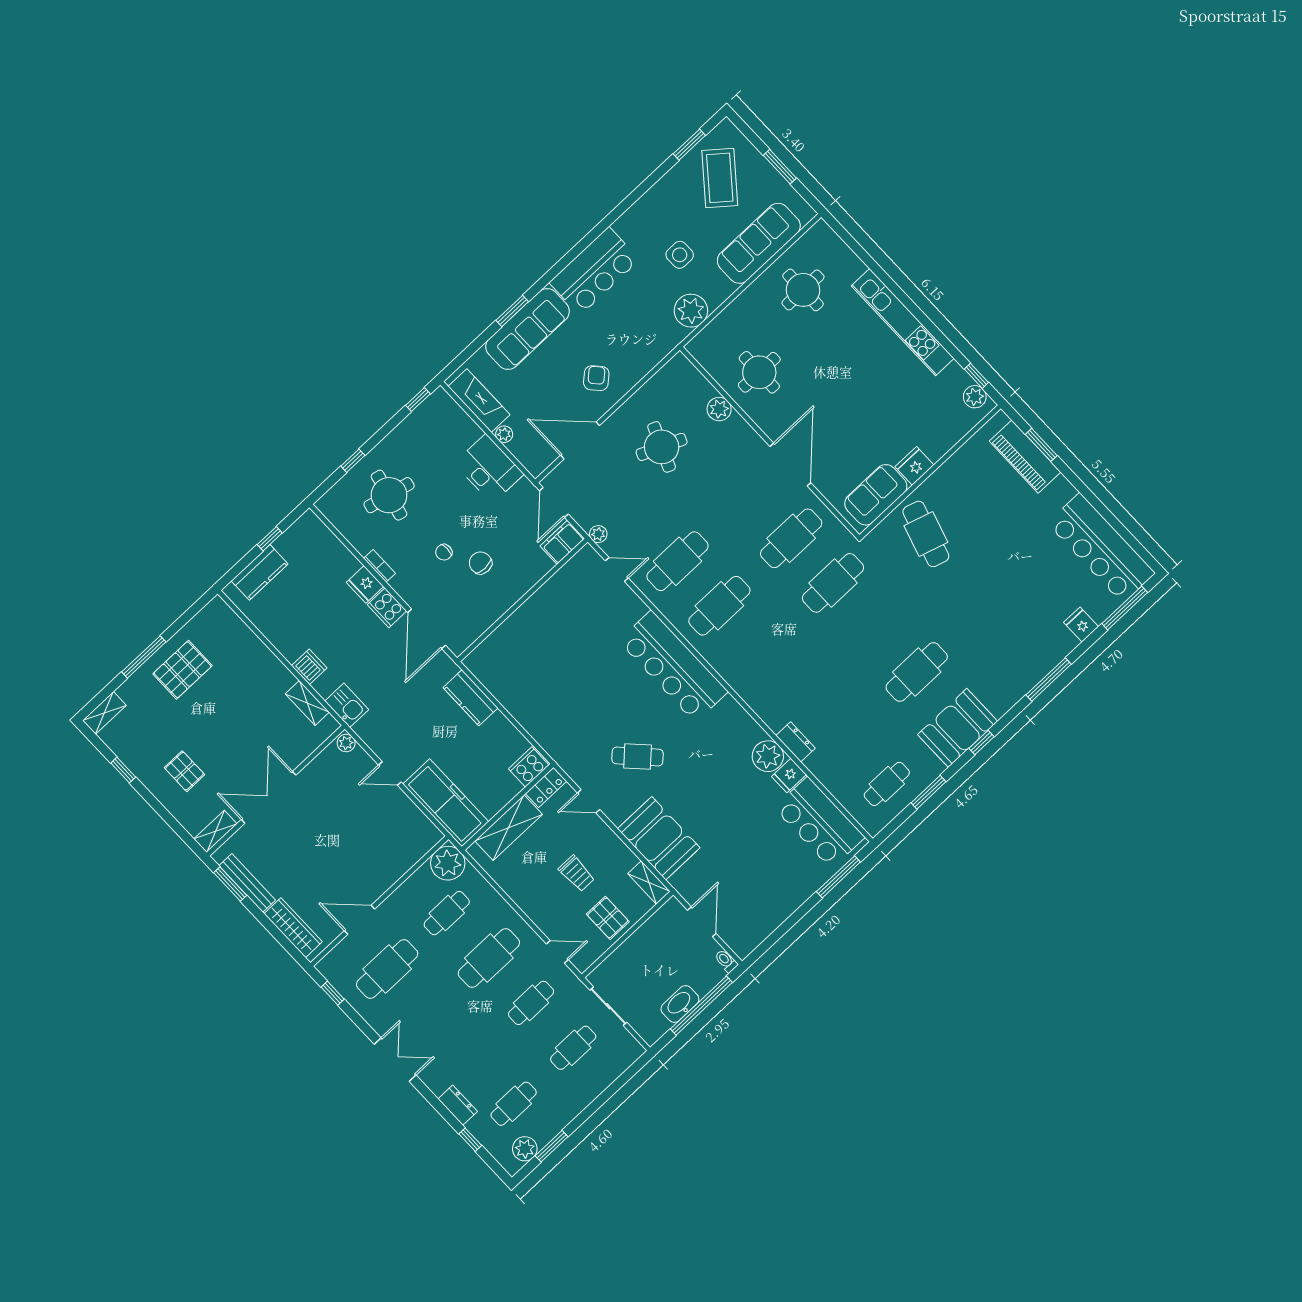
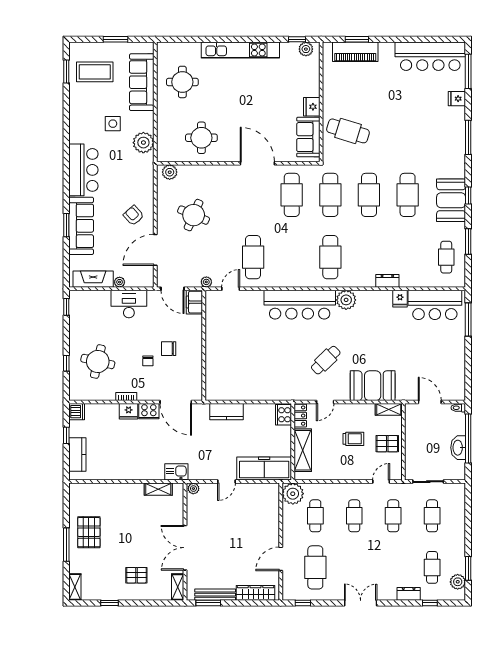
coffee table: (720, 178) -> (95, 72), turned -39
plant: (719, 409) -> (170, 172), moved
cafe table: (719, 606) -> (330, 257), moved
cafe table: (875, 627) -> (369, 195), added
dishwasher: (309, 667) -> (77, 412), moved, turned 90
plant: (768, 756) -> (346, 300), moved
cafe table: (489, 958) -> (354, 516), width x0.73, depth x0.74

